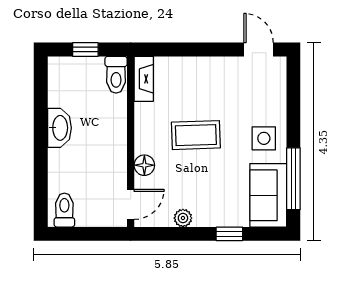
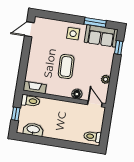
washbasin: (59, 128) -> (33, 130), moved
window: (293, 179) -> (95, 22), width x0.69
window: (229, 234) -> (119, 48), moved

